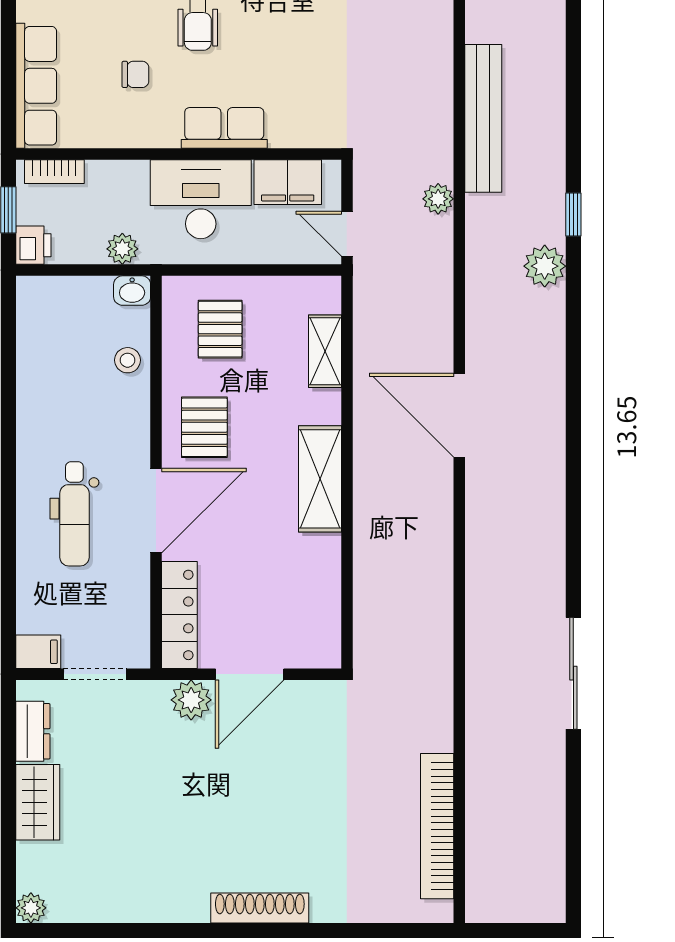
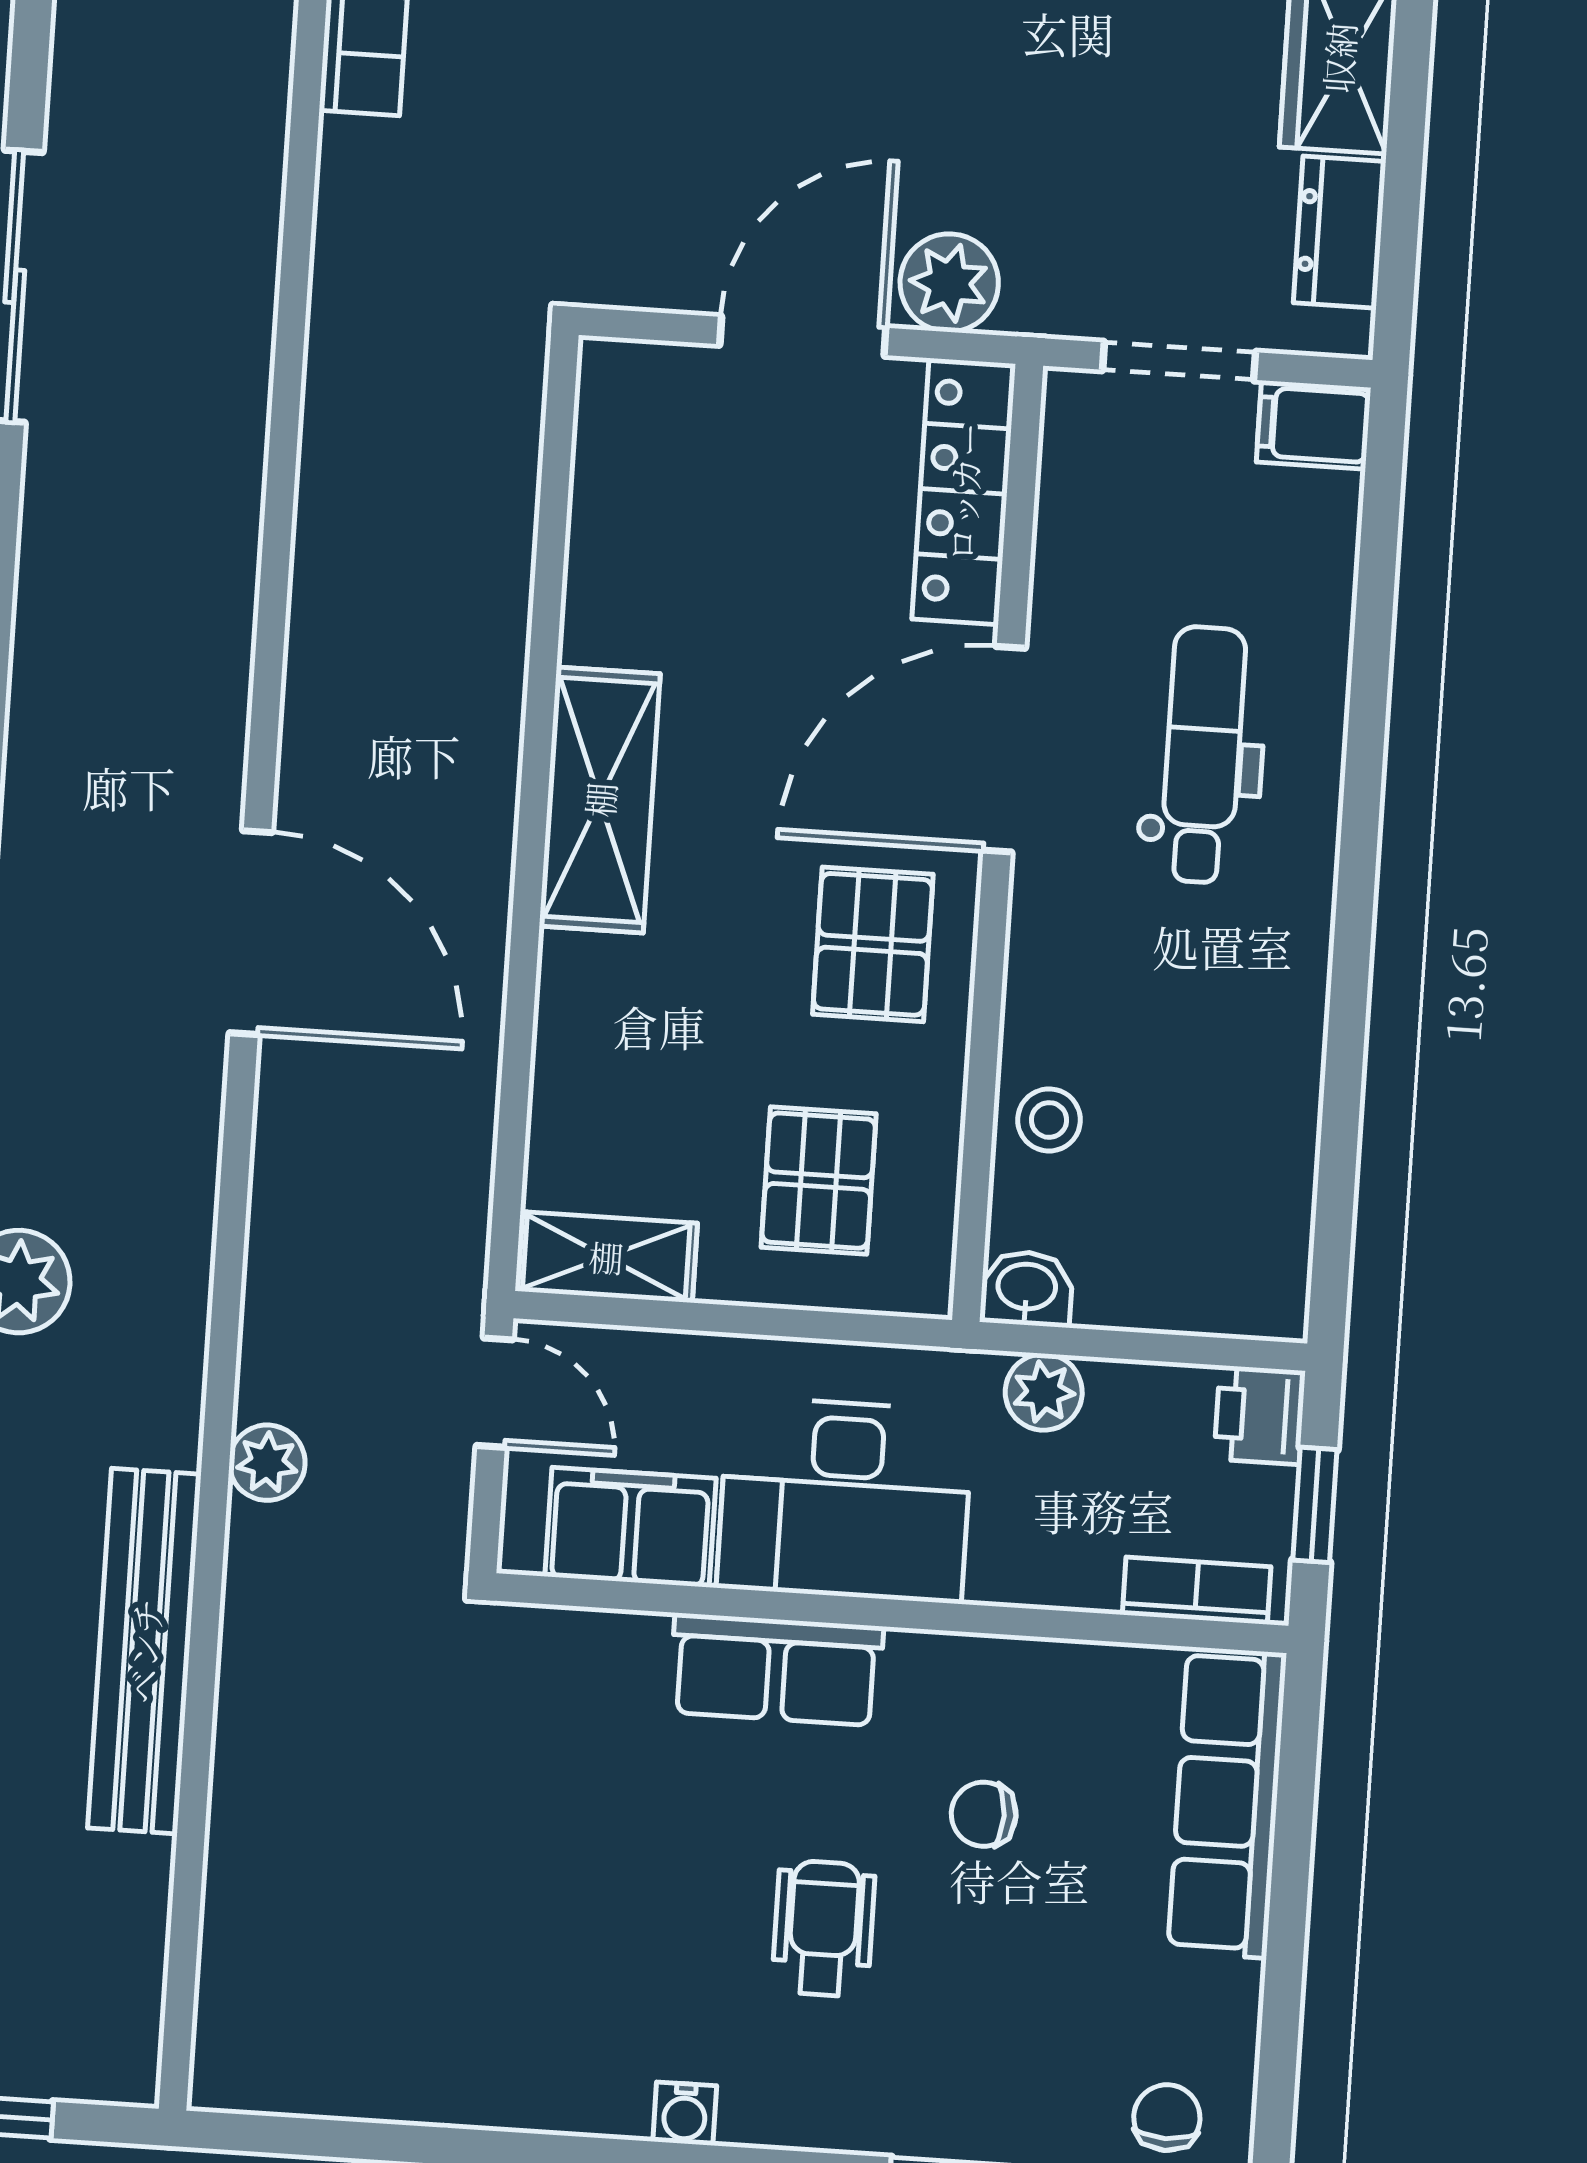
shelving: (325, 351) -> (606, 1257), moved, turned 90

